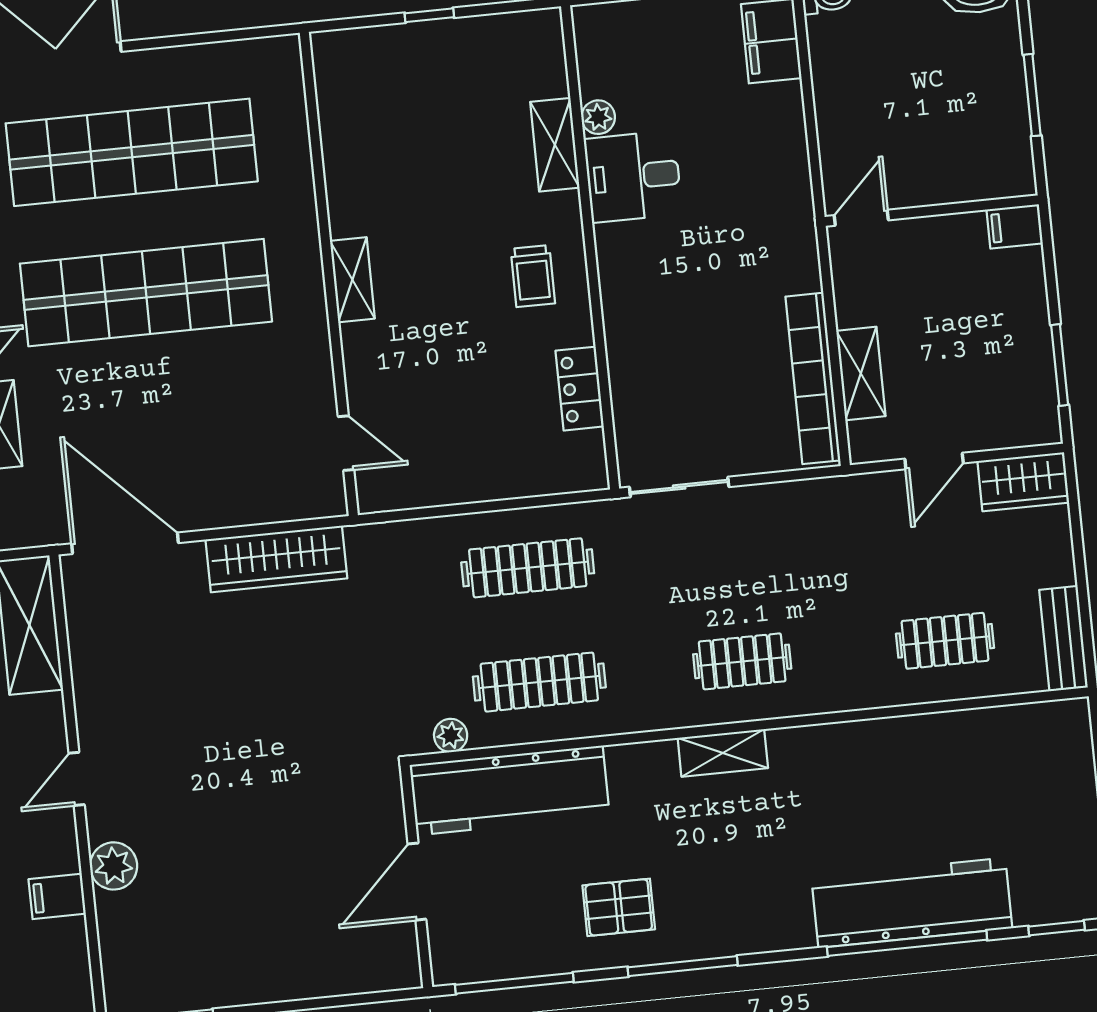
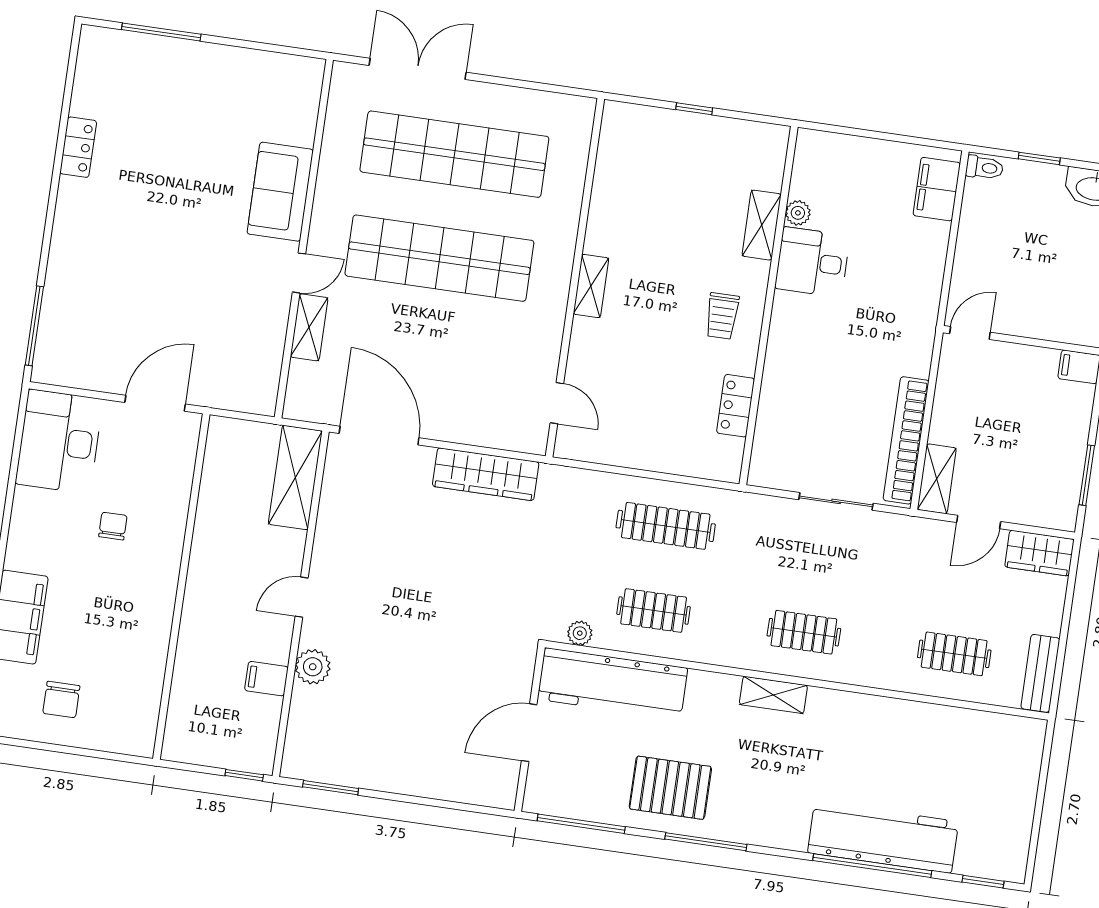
shelving: (861, 373) -> (937, 479), moved
sliding door: (679, 487) -> (836, 501), moved
clothes rail: (539, 682) -> (654, 611), width x0.73
pallet: (619, 907) -> (670, 788), width x1.50, depth x1.42

